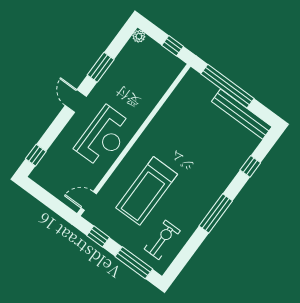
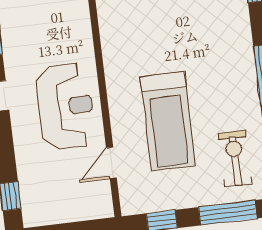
door: (89, 201) -> (111, 163), moved

